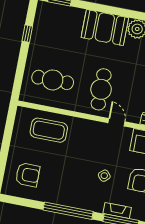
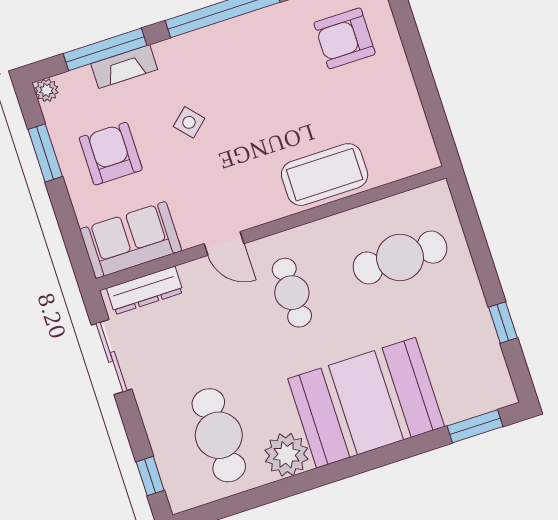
booth: (105, 28) -> (366, 403), width x1.36, depth x1.42
cafe table: (101, 89) -> (292, 293), width x0.73, depth x0.74
coffee table: (49, 130) -> (325, 175), moved

